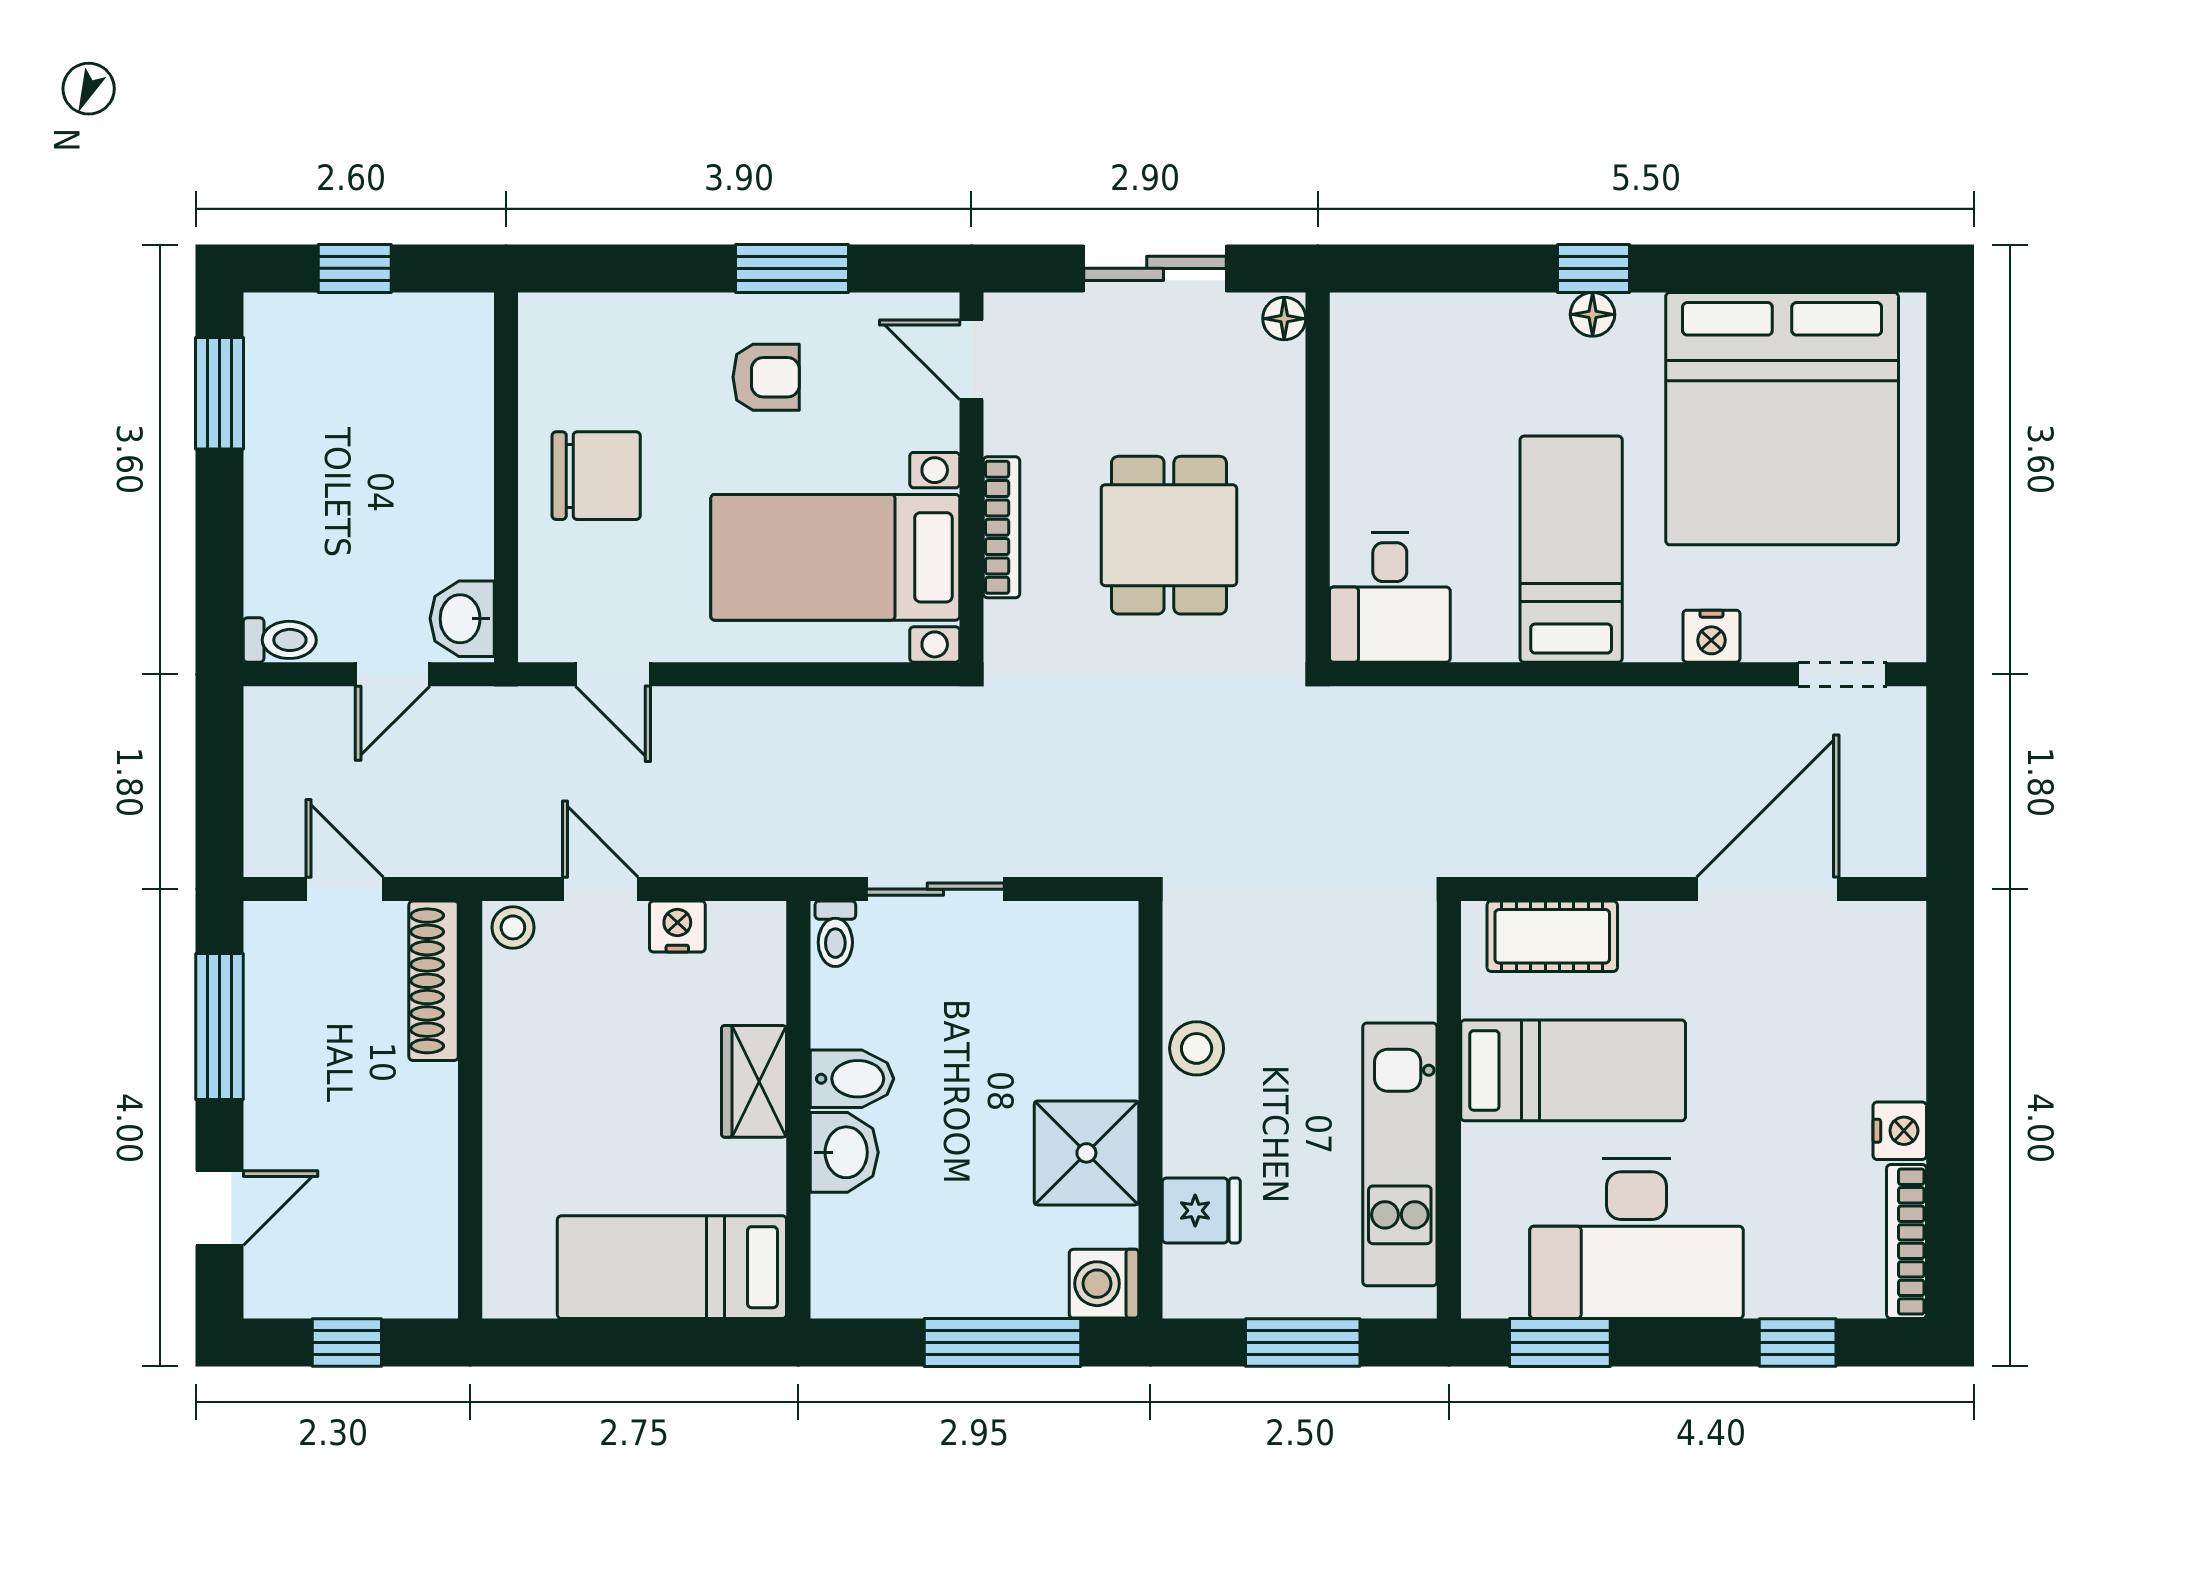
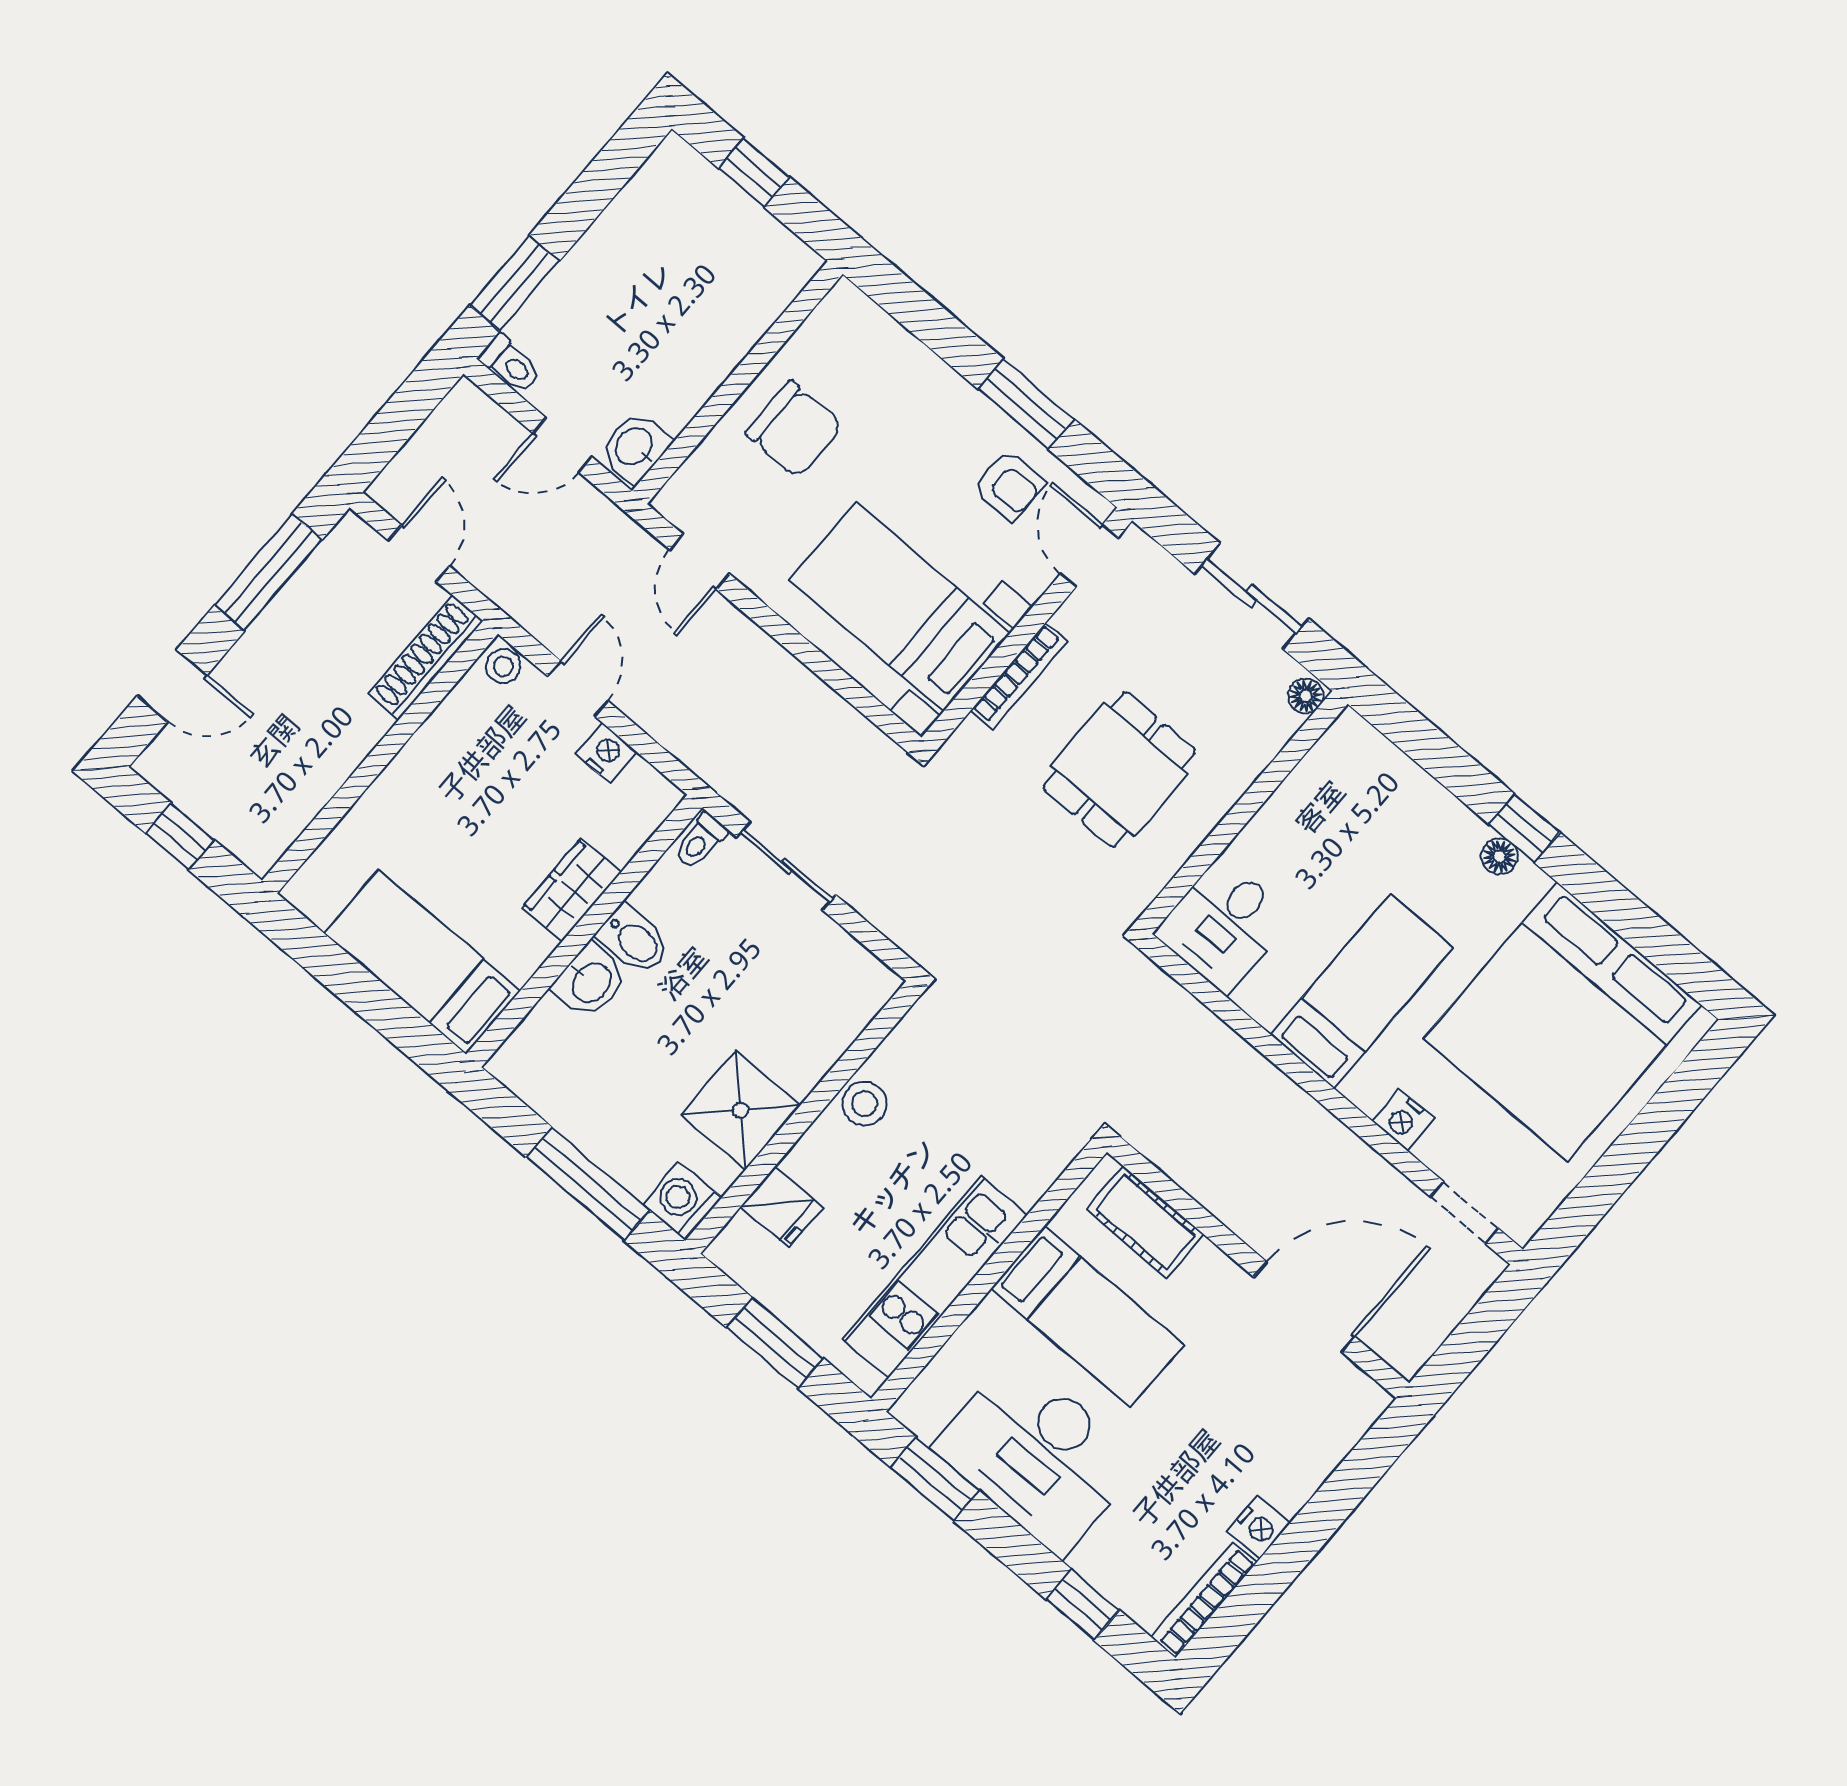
armchair: (766, 377) -> (1009, 485), moved
window: (220, 393) -> (514, 283), moved

